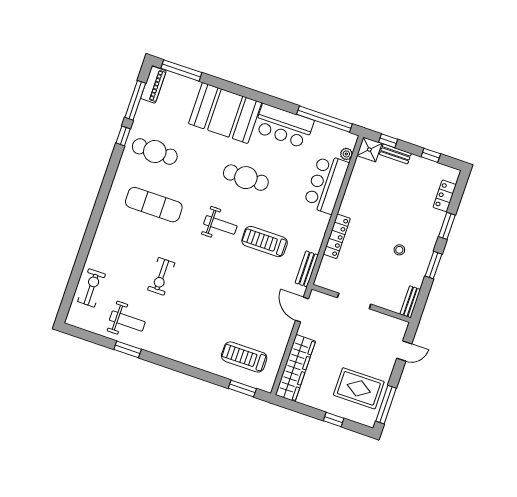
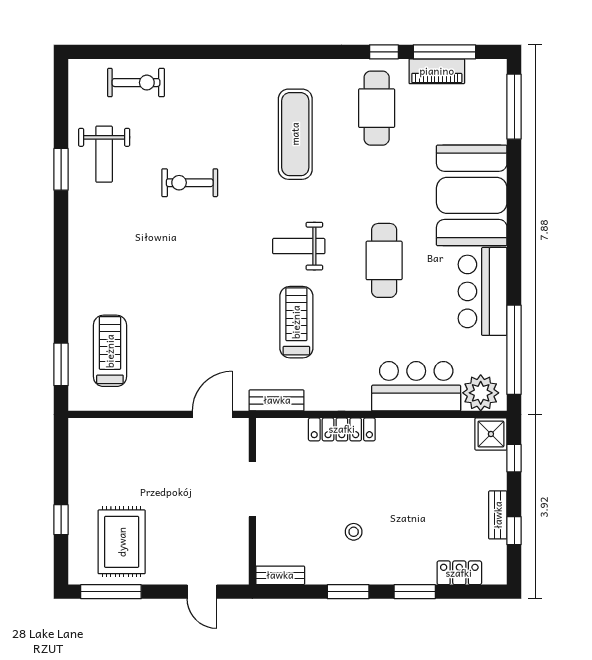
piano: (153, 85) -> (437, 71), moved
plant: (346, 154) -> (481, 393), width x1.88, depth x1.88
bench: (395, 154) -> (498, 515), moved
weight bench: (220, 225) -> (299, 246), turned 90
wardrobe: (295, 368) -> (120, 435), removed

